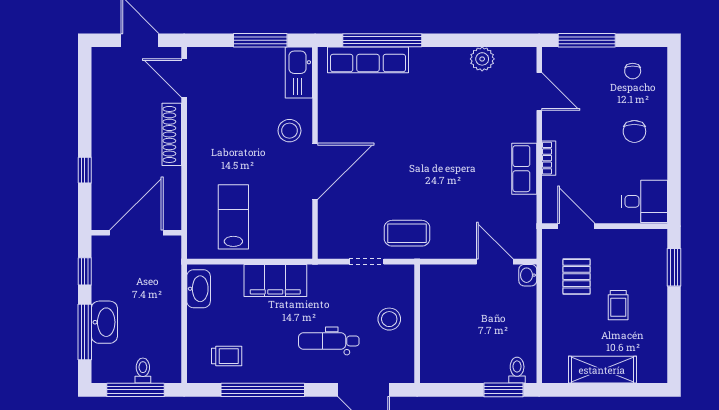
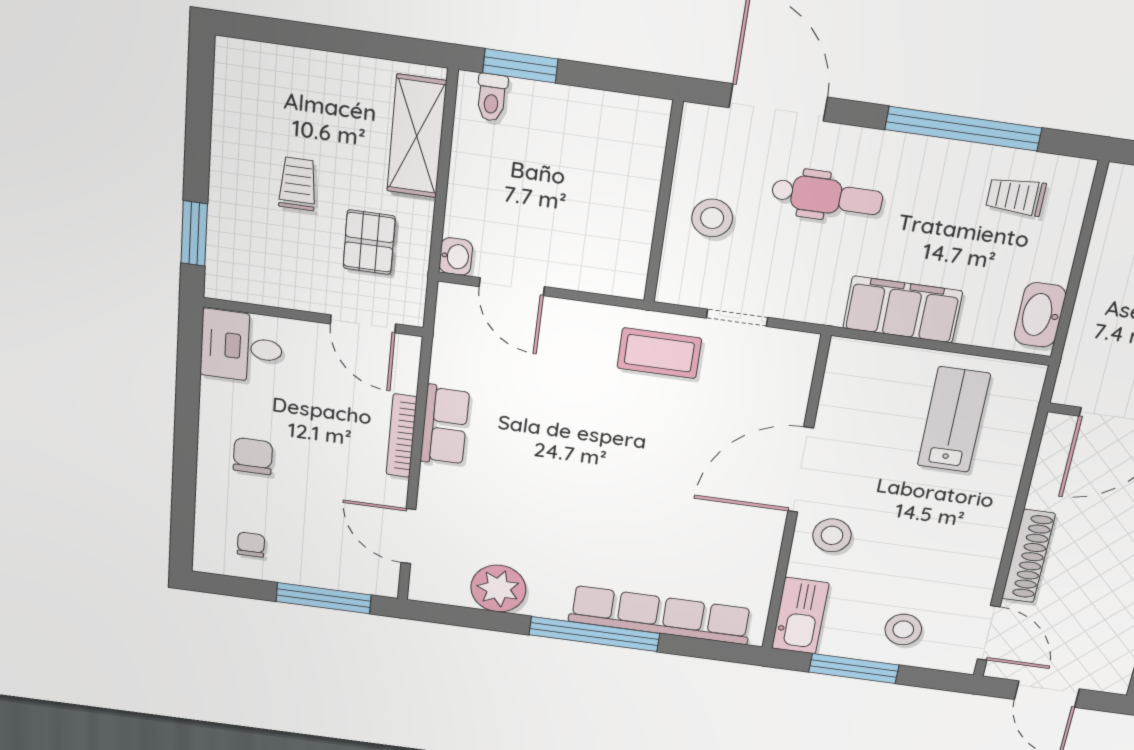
window: (382, 40) -> (594, 634), moved
plant: (482, 59) -> (498, 589), width x1.36, depth x1.36
row of seats: (368, 60) -> (660, 615), width x1.36
stool: (236, 73) -> (903, 629), added
bookcase: (549, 158) -> (402, 436), width x1.56
lab bench: (233, 217) -> (954, 420), turned 180
shelving: (602, 370) -> (417, 136), moved, turned 90

